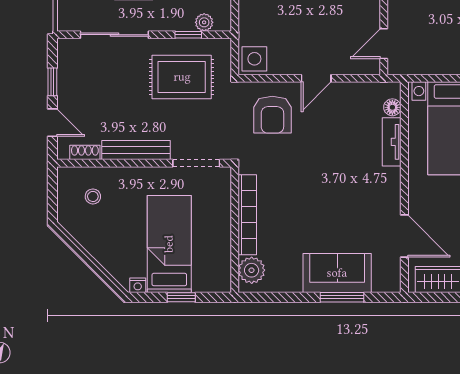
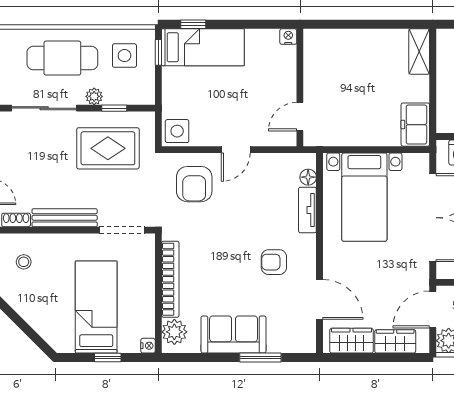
plant: (204, 22) -> (94, 96), moved
armchair: (356, 197) -> (274, 262), added
sofa: (337, 273) -> (234, 334), moved
nightstand: (138, 285) -> (148, 346), moved, turned -90

